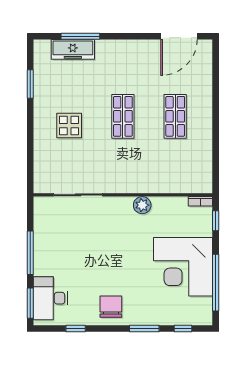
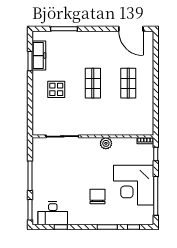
door: (179, 36) -> (131, 29), hinge flipped
freezer: (73, 49) -> (39, 56), moved, turned -90
desk: (50, 298) -> (53, 213), moved, turned -90
chair: (111, 307) -> (98, 197), moved

